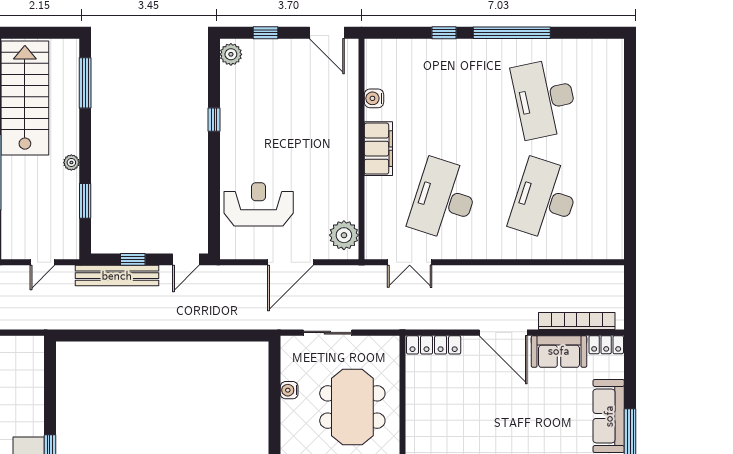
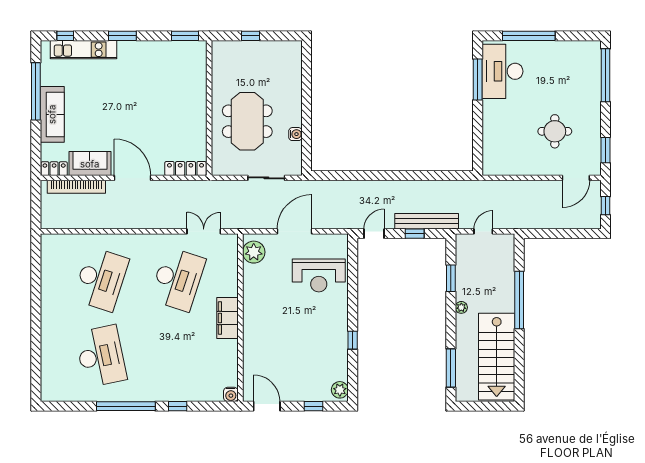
water cooler: (374, 98) -> (231, 394), moved, turned 90

